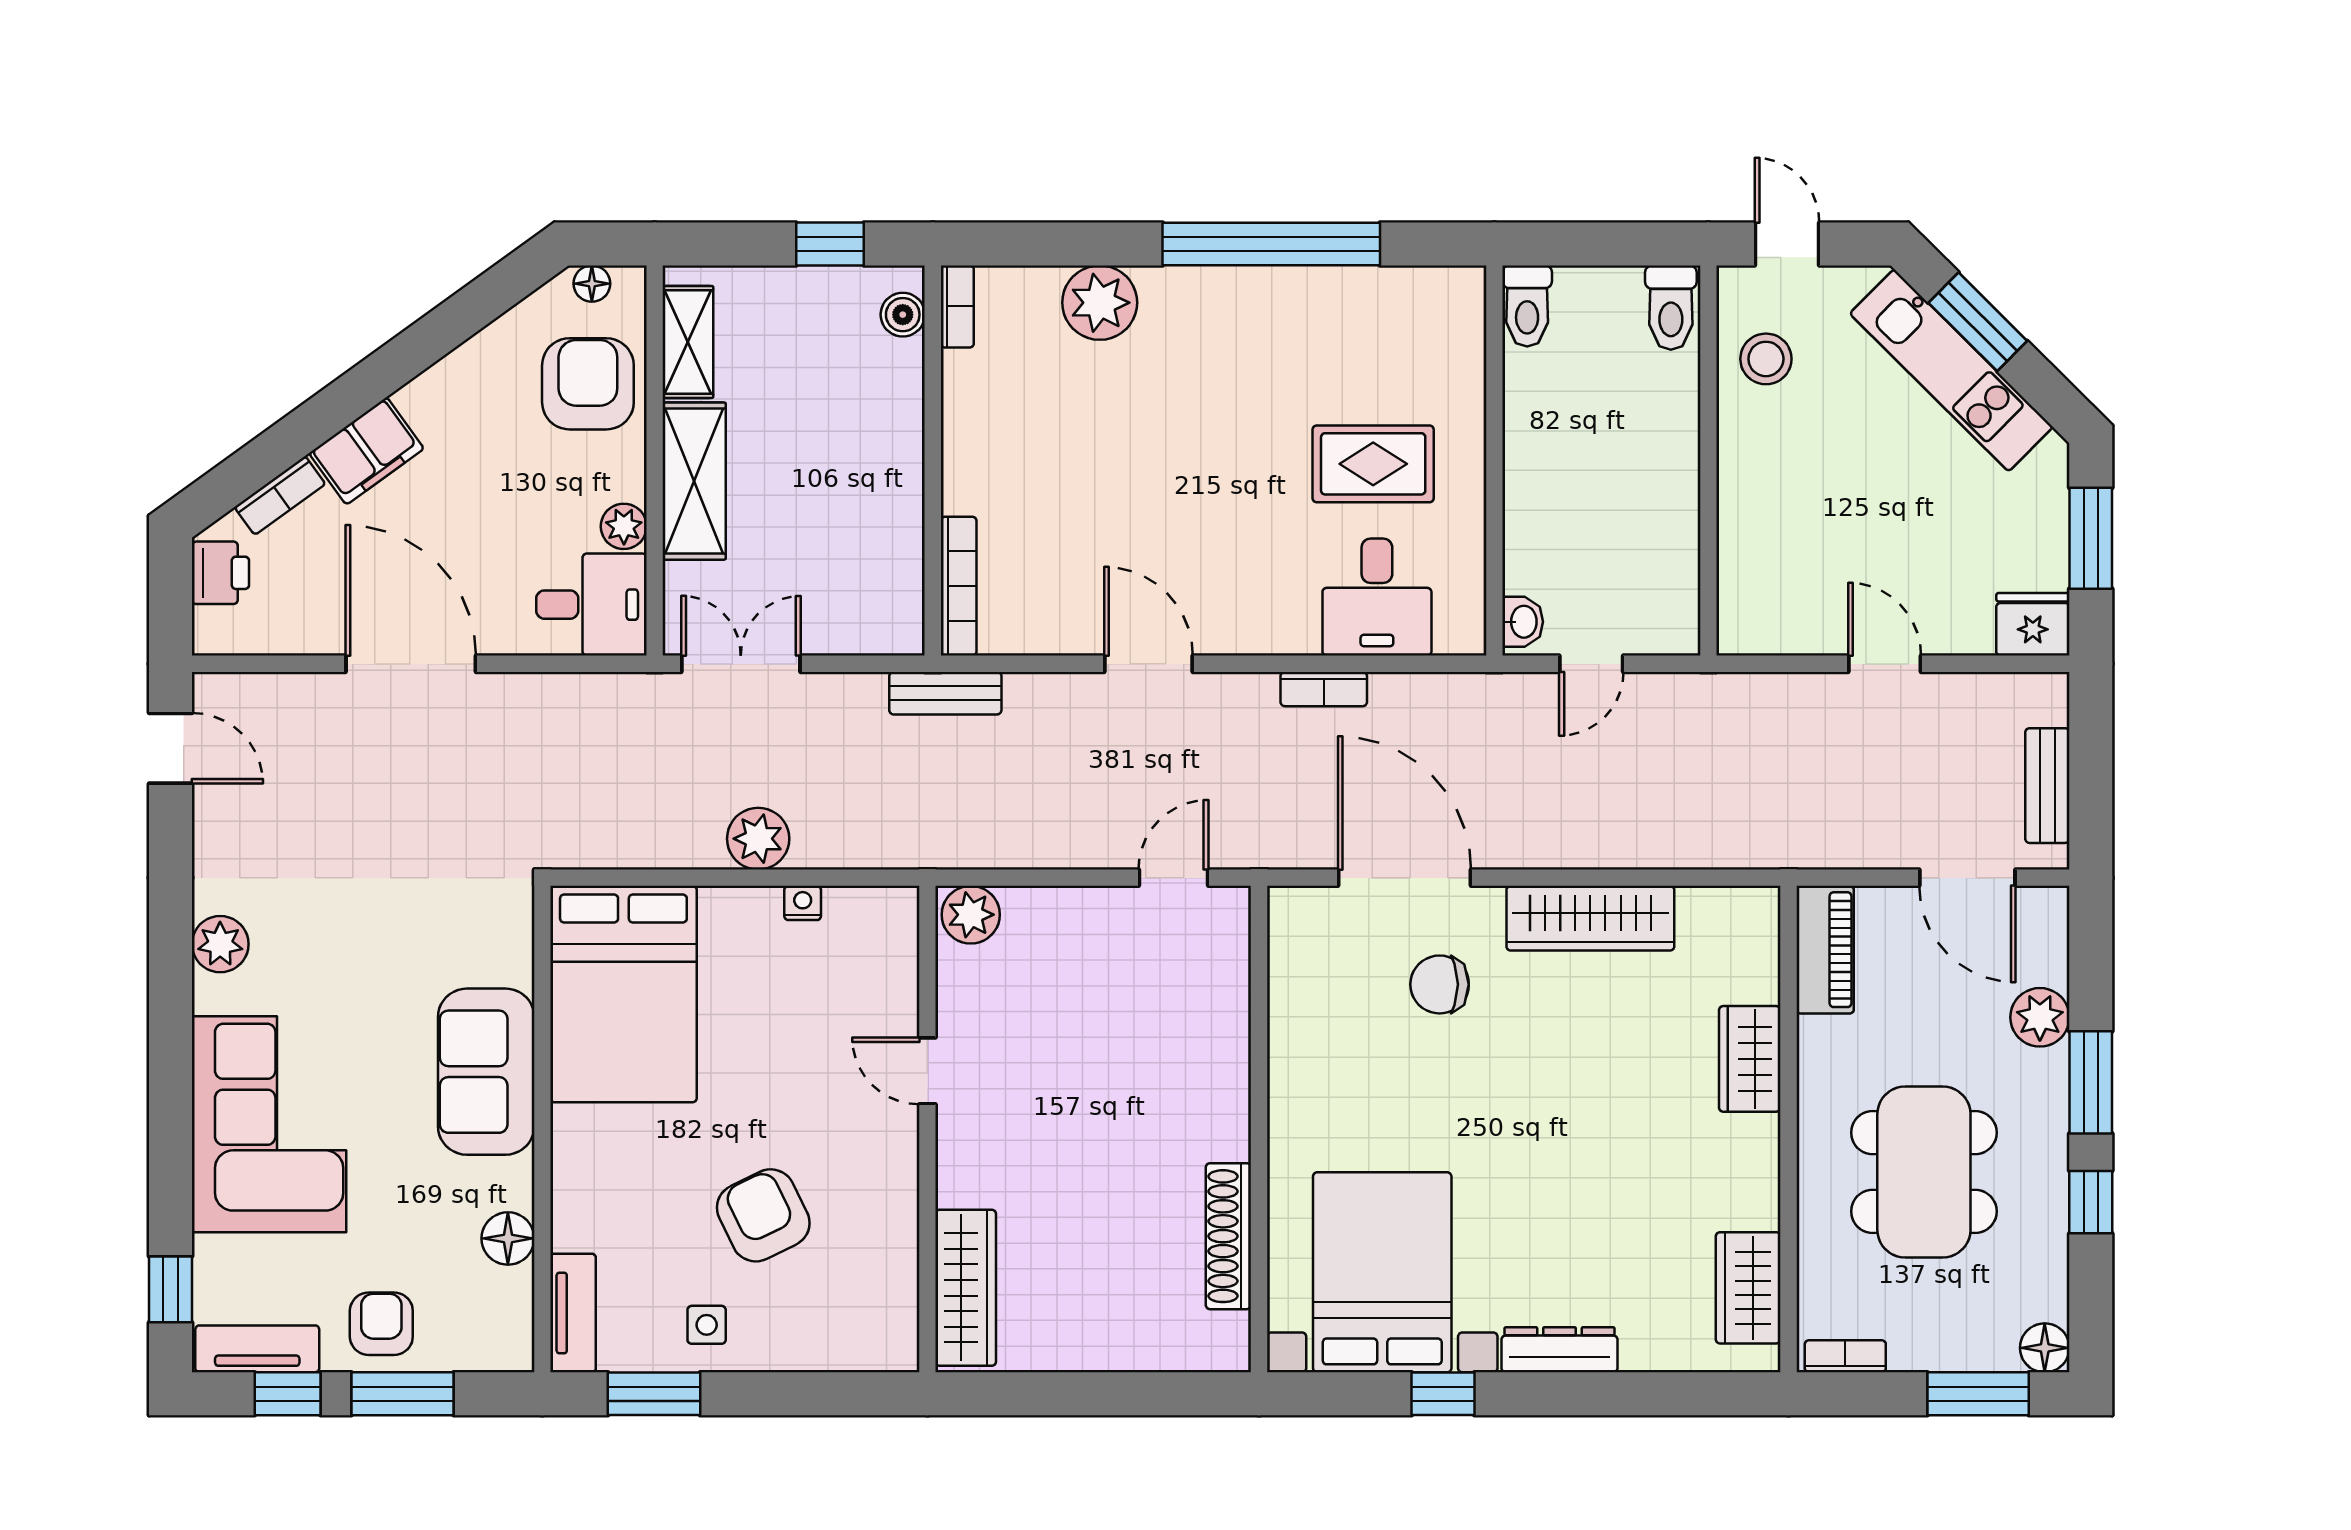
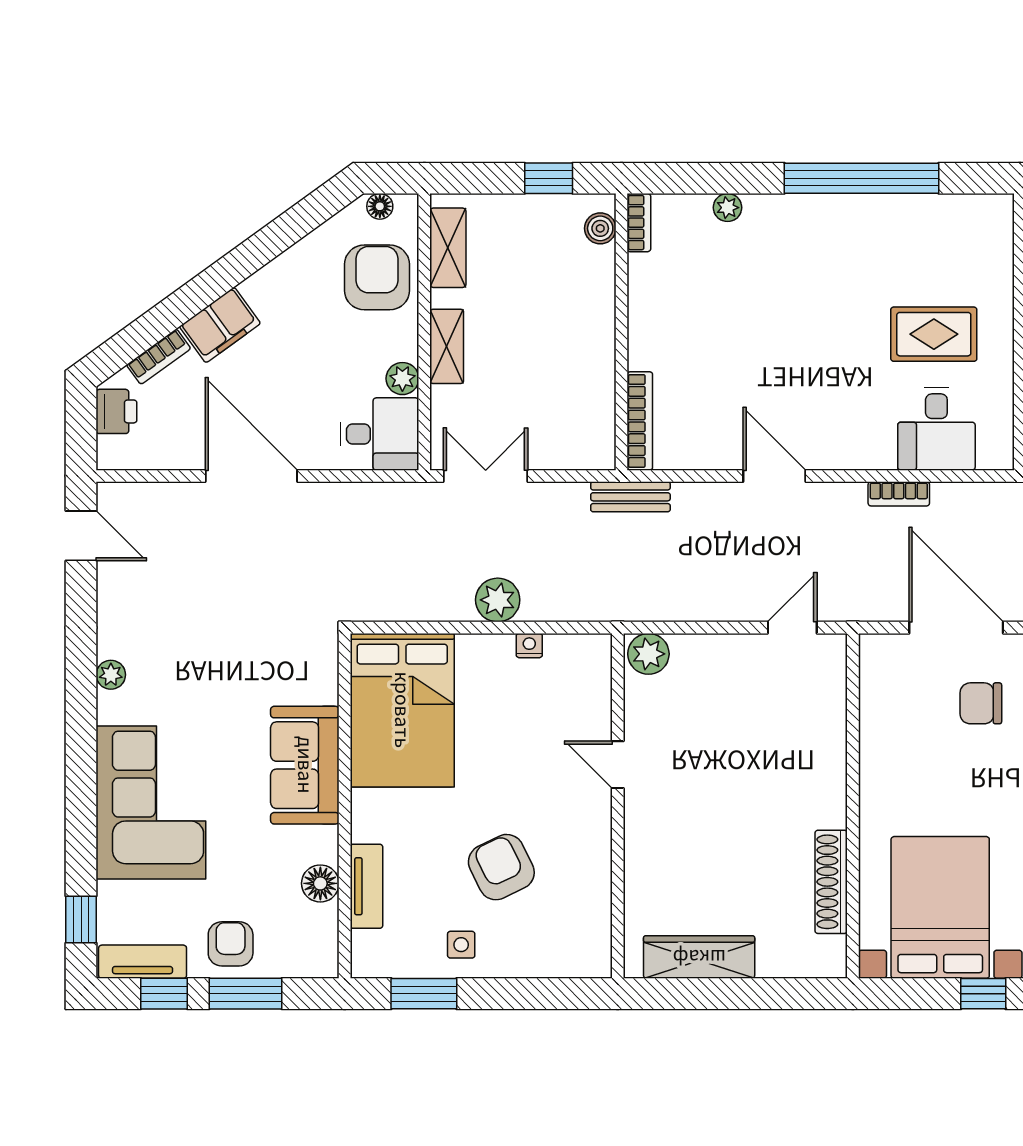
plant: (1100, 303) -> (728, 208), width x0.53, depth x0.53
shelving: (694, 481) -> (447, 346), width x0.67, depth x0.75
plant: (220, 944) -> (111, 675), width x0.73, depth x0.73
wardrobe: (966, 1288) -> (699, 957), moved, turned -90
tv unit: (573, 1313) -> (366, 886), moved

